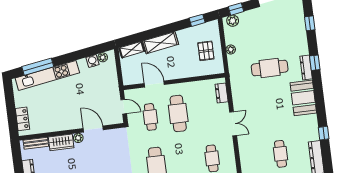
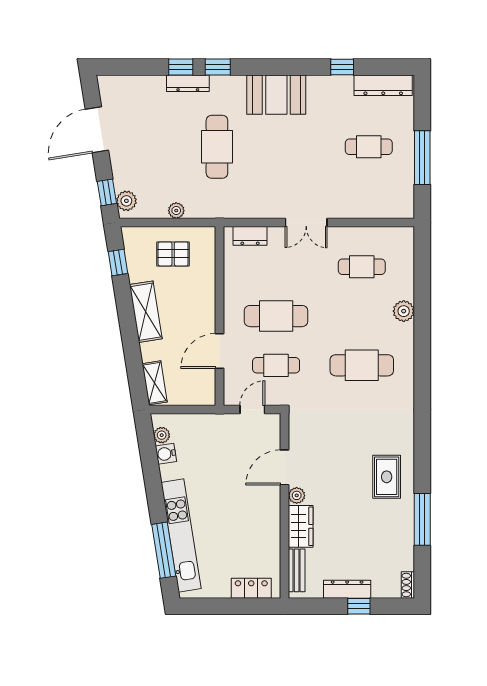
window: (310, 23) -> (181, 67), moved
shelving: (161, 43) -> (146, 312), moved
dresser: (306, 68) -> (188, 83), moved
double door: (233, 124) -> (306, 223), swing flipped

